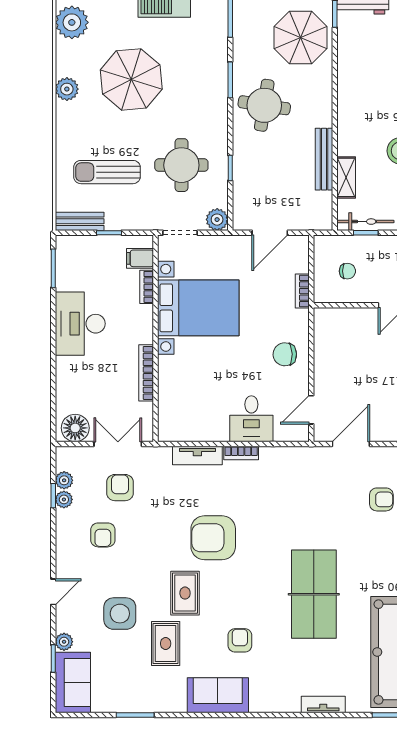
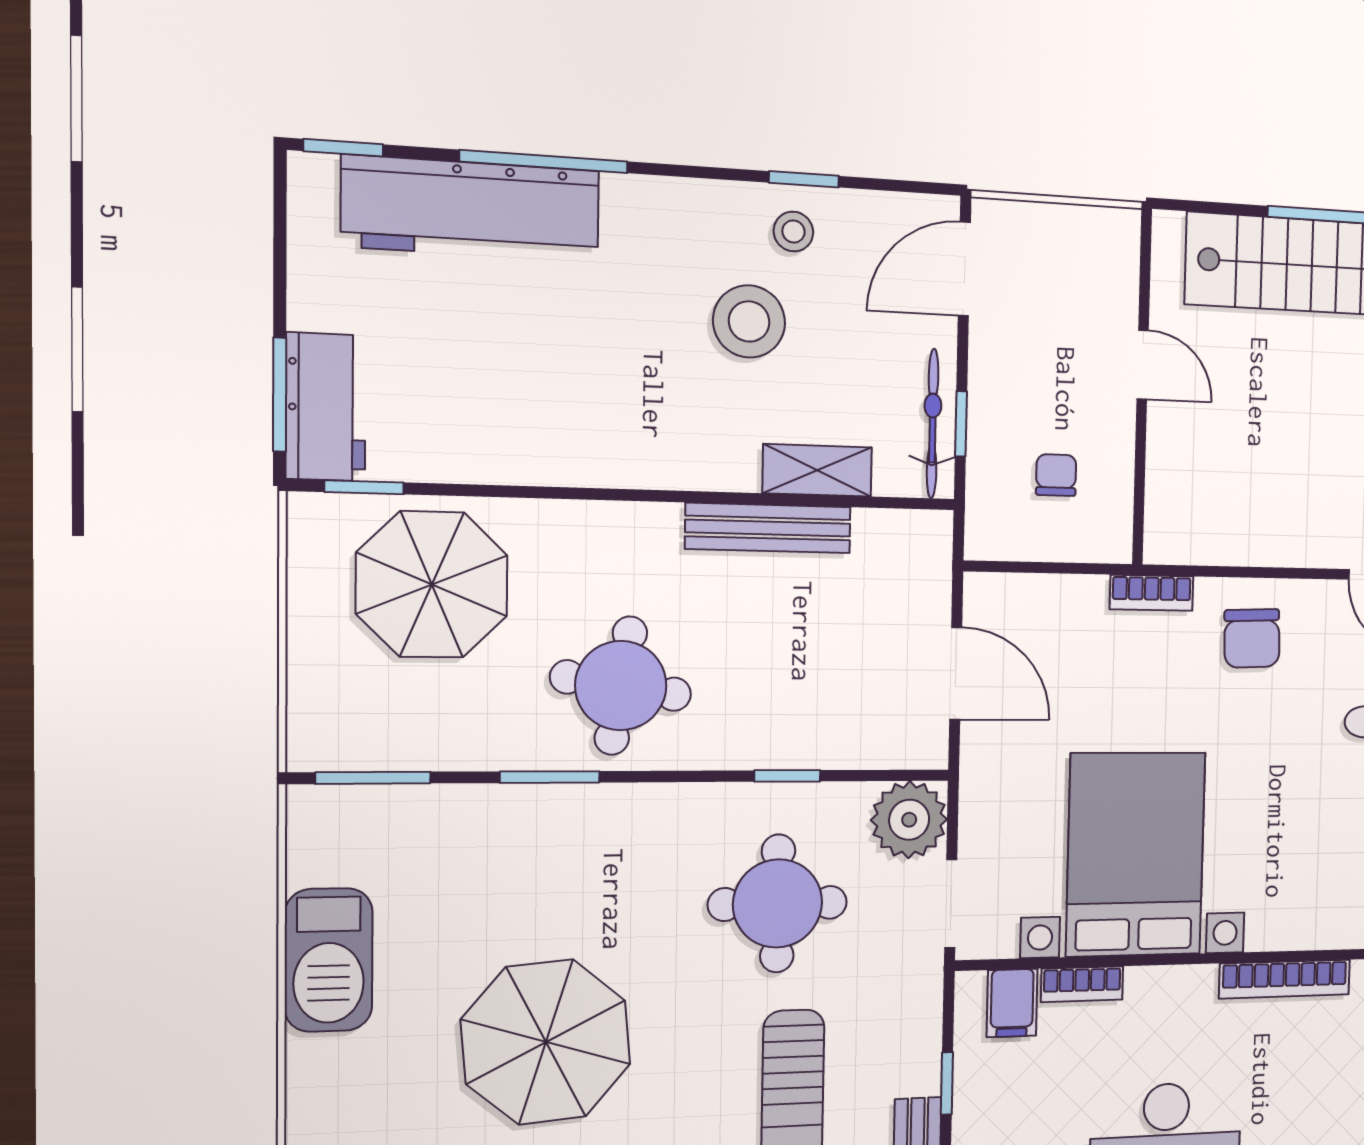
plant: (217, 220) -> (909, 820), width x1.36, depth x1.36
bookcase: (302, 291) -> (1152, 593), moved

